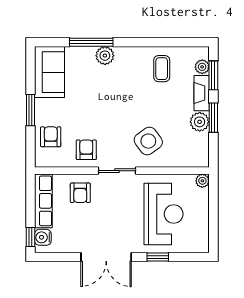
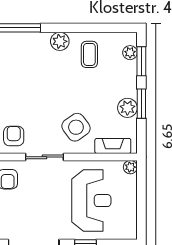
plant: (105, 56) -> (60, 41), moved
fireplace: (202, 93) -> (113, 146), moved, turned 90

